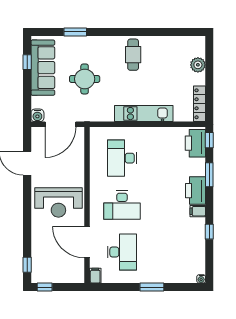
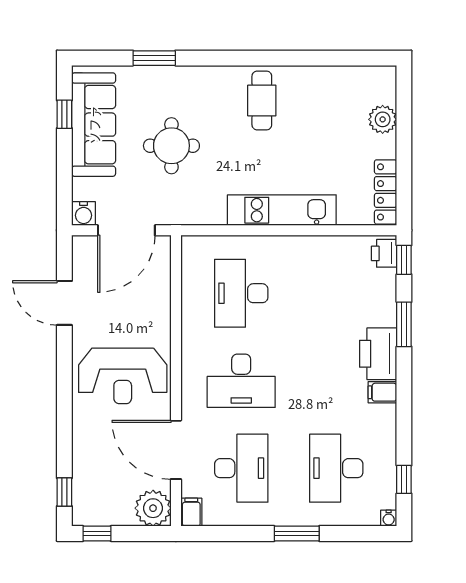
printer: (195, 143) -> (384, 253), width x0.53, depth x0.68
window: (209, 232) -> (404, 479), moved
desk: (173, 252) -> (336, 468), added
plant: (75, 273) -> (153, 508), added

